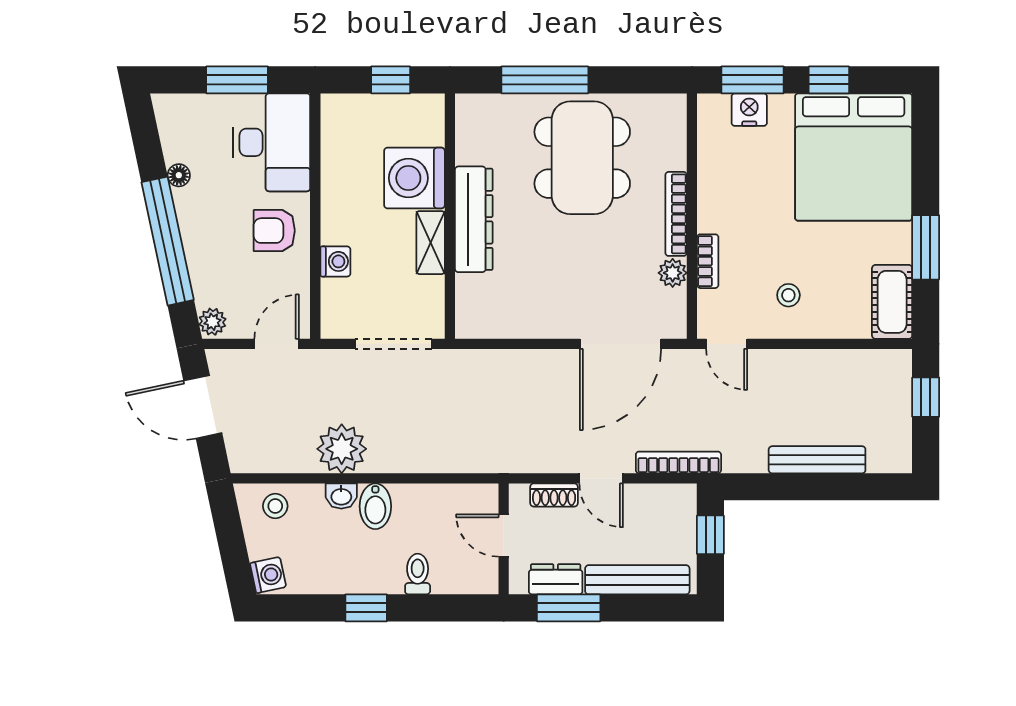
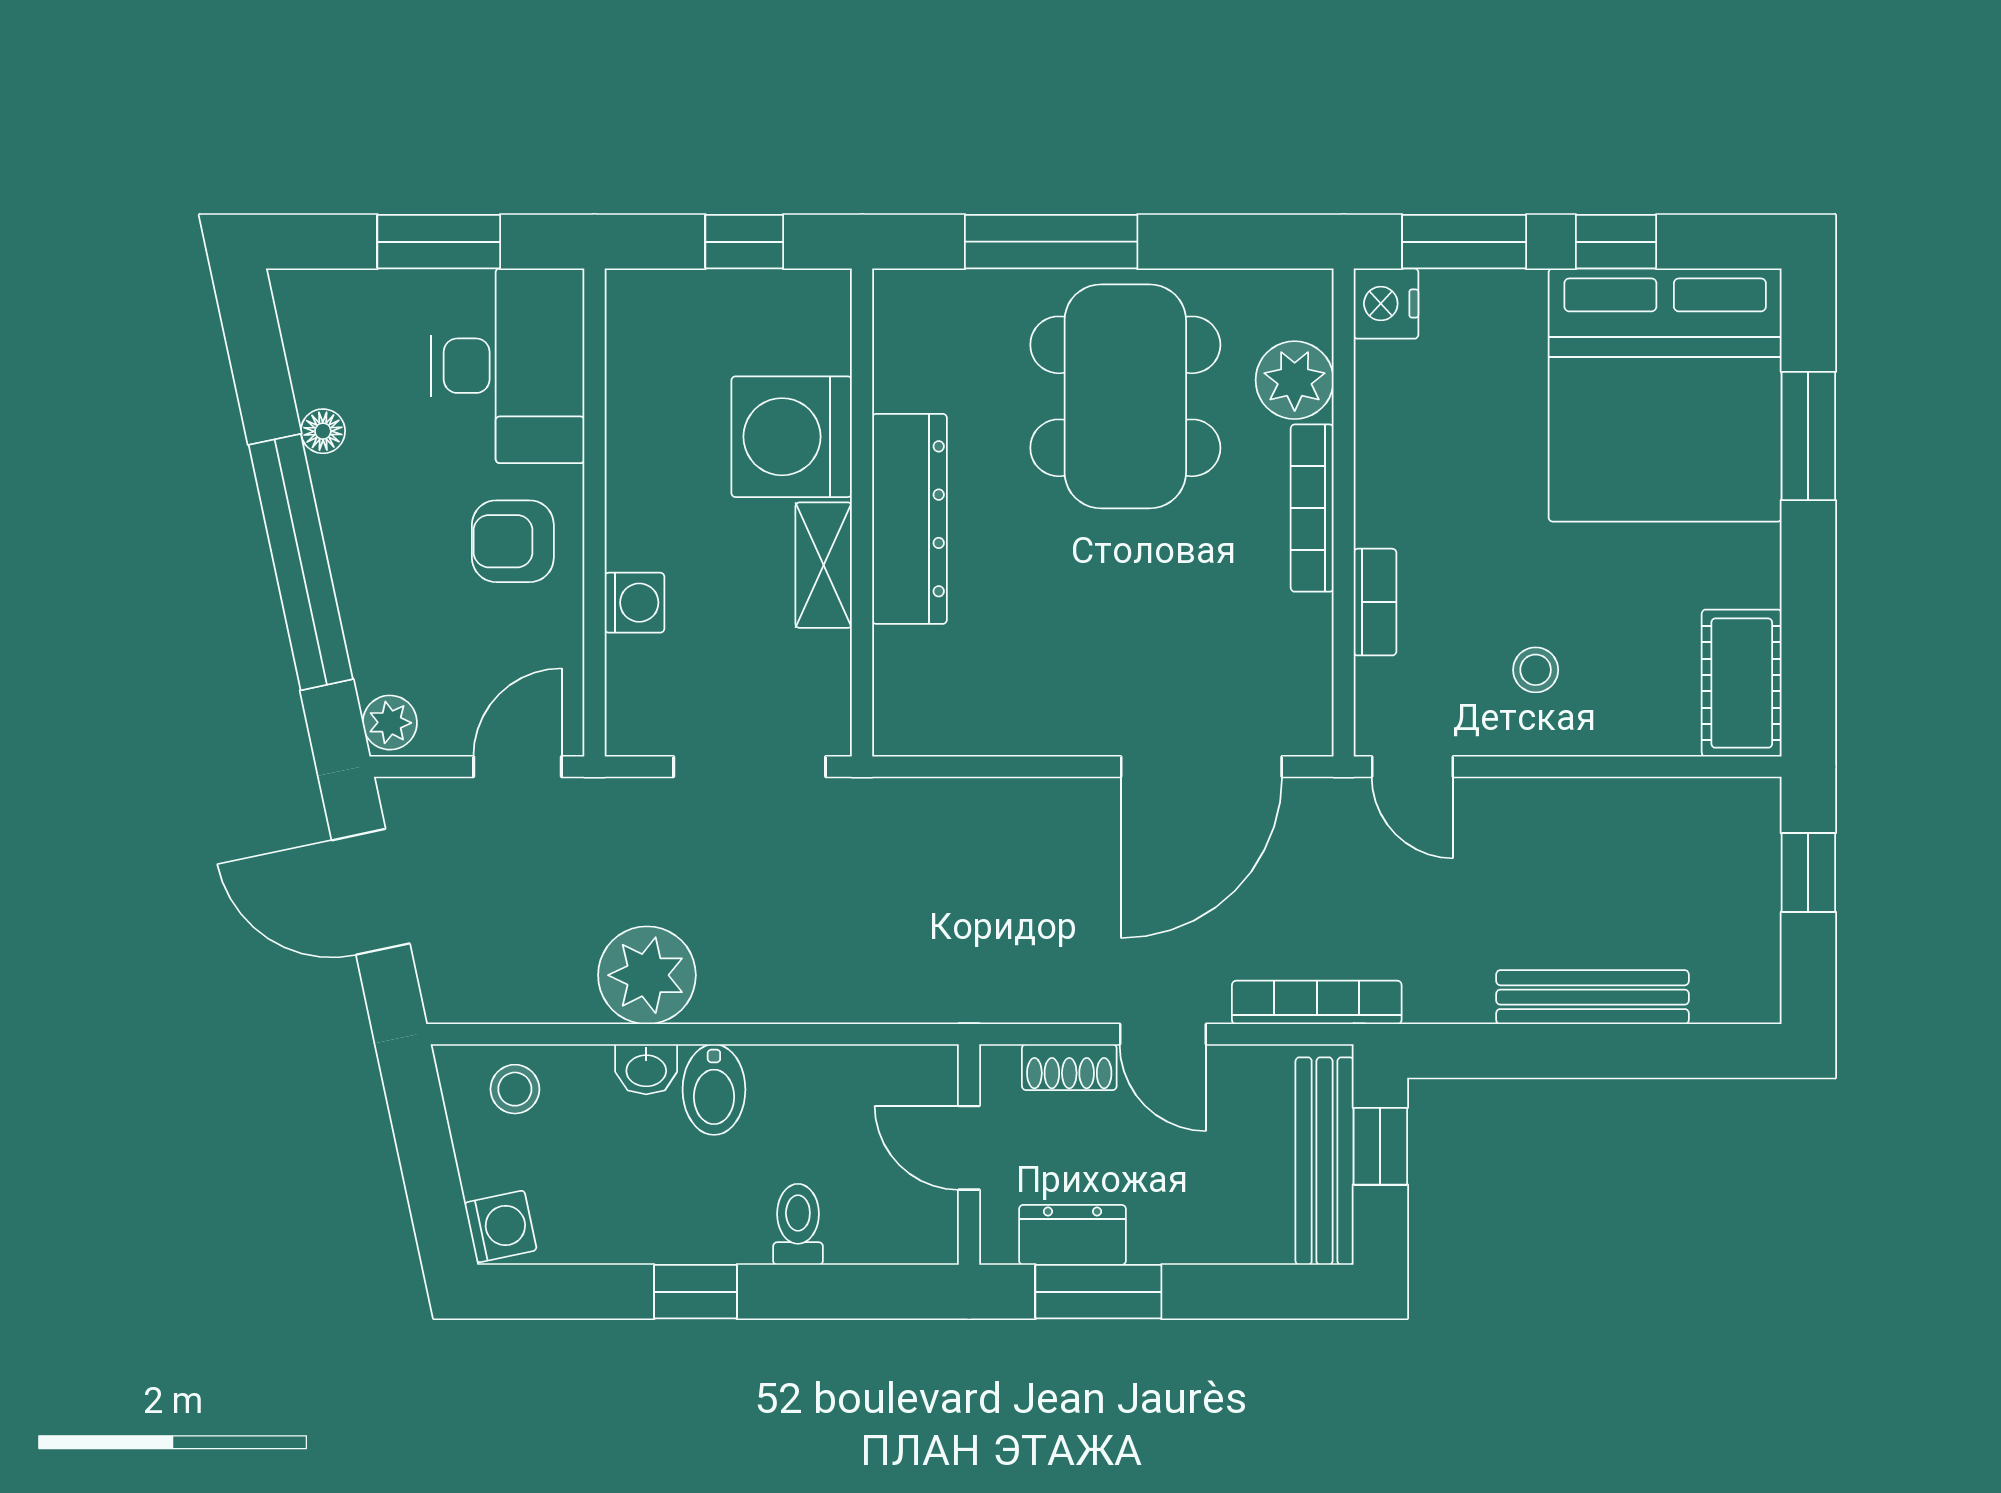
nightstand: (749, 110) -> (1386, 304), moved, turned -90
window: (926, 247) -> (1808, 436), moved
plant: (673, 273) -> (1295, 380), moved, width x1.38, depth x1.38
bench: (637, 580) -> (1325, 1161), moved, turned 90

